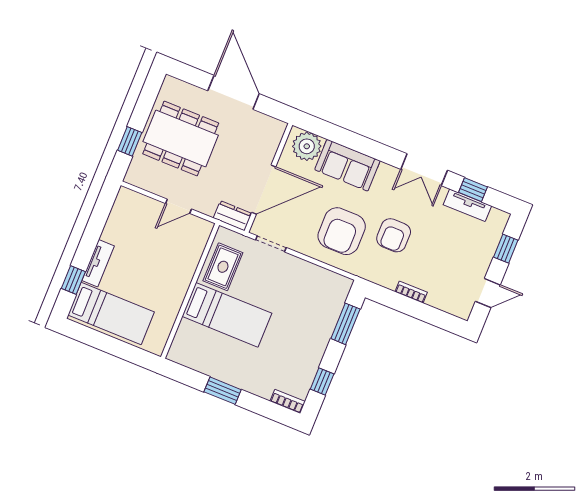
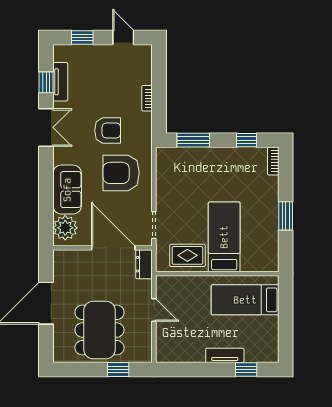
armchair: (342, 231) -> (121, 173), turned 180
bed: (111, 314) -> (245, 300), moved, turned -90

